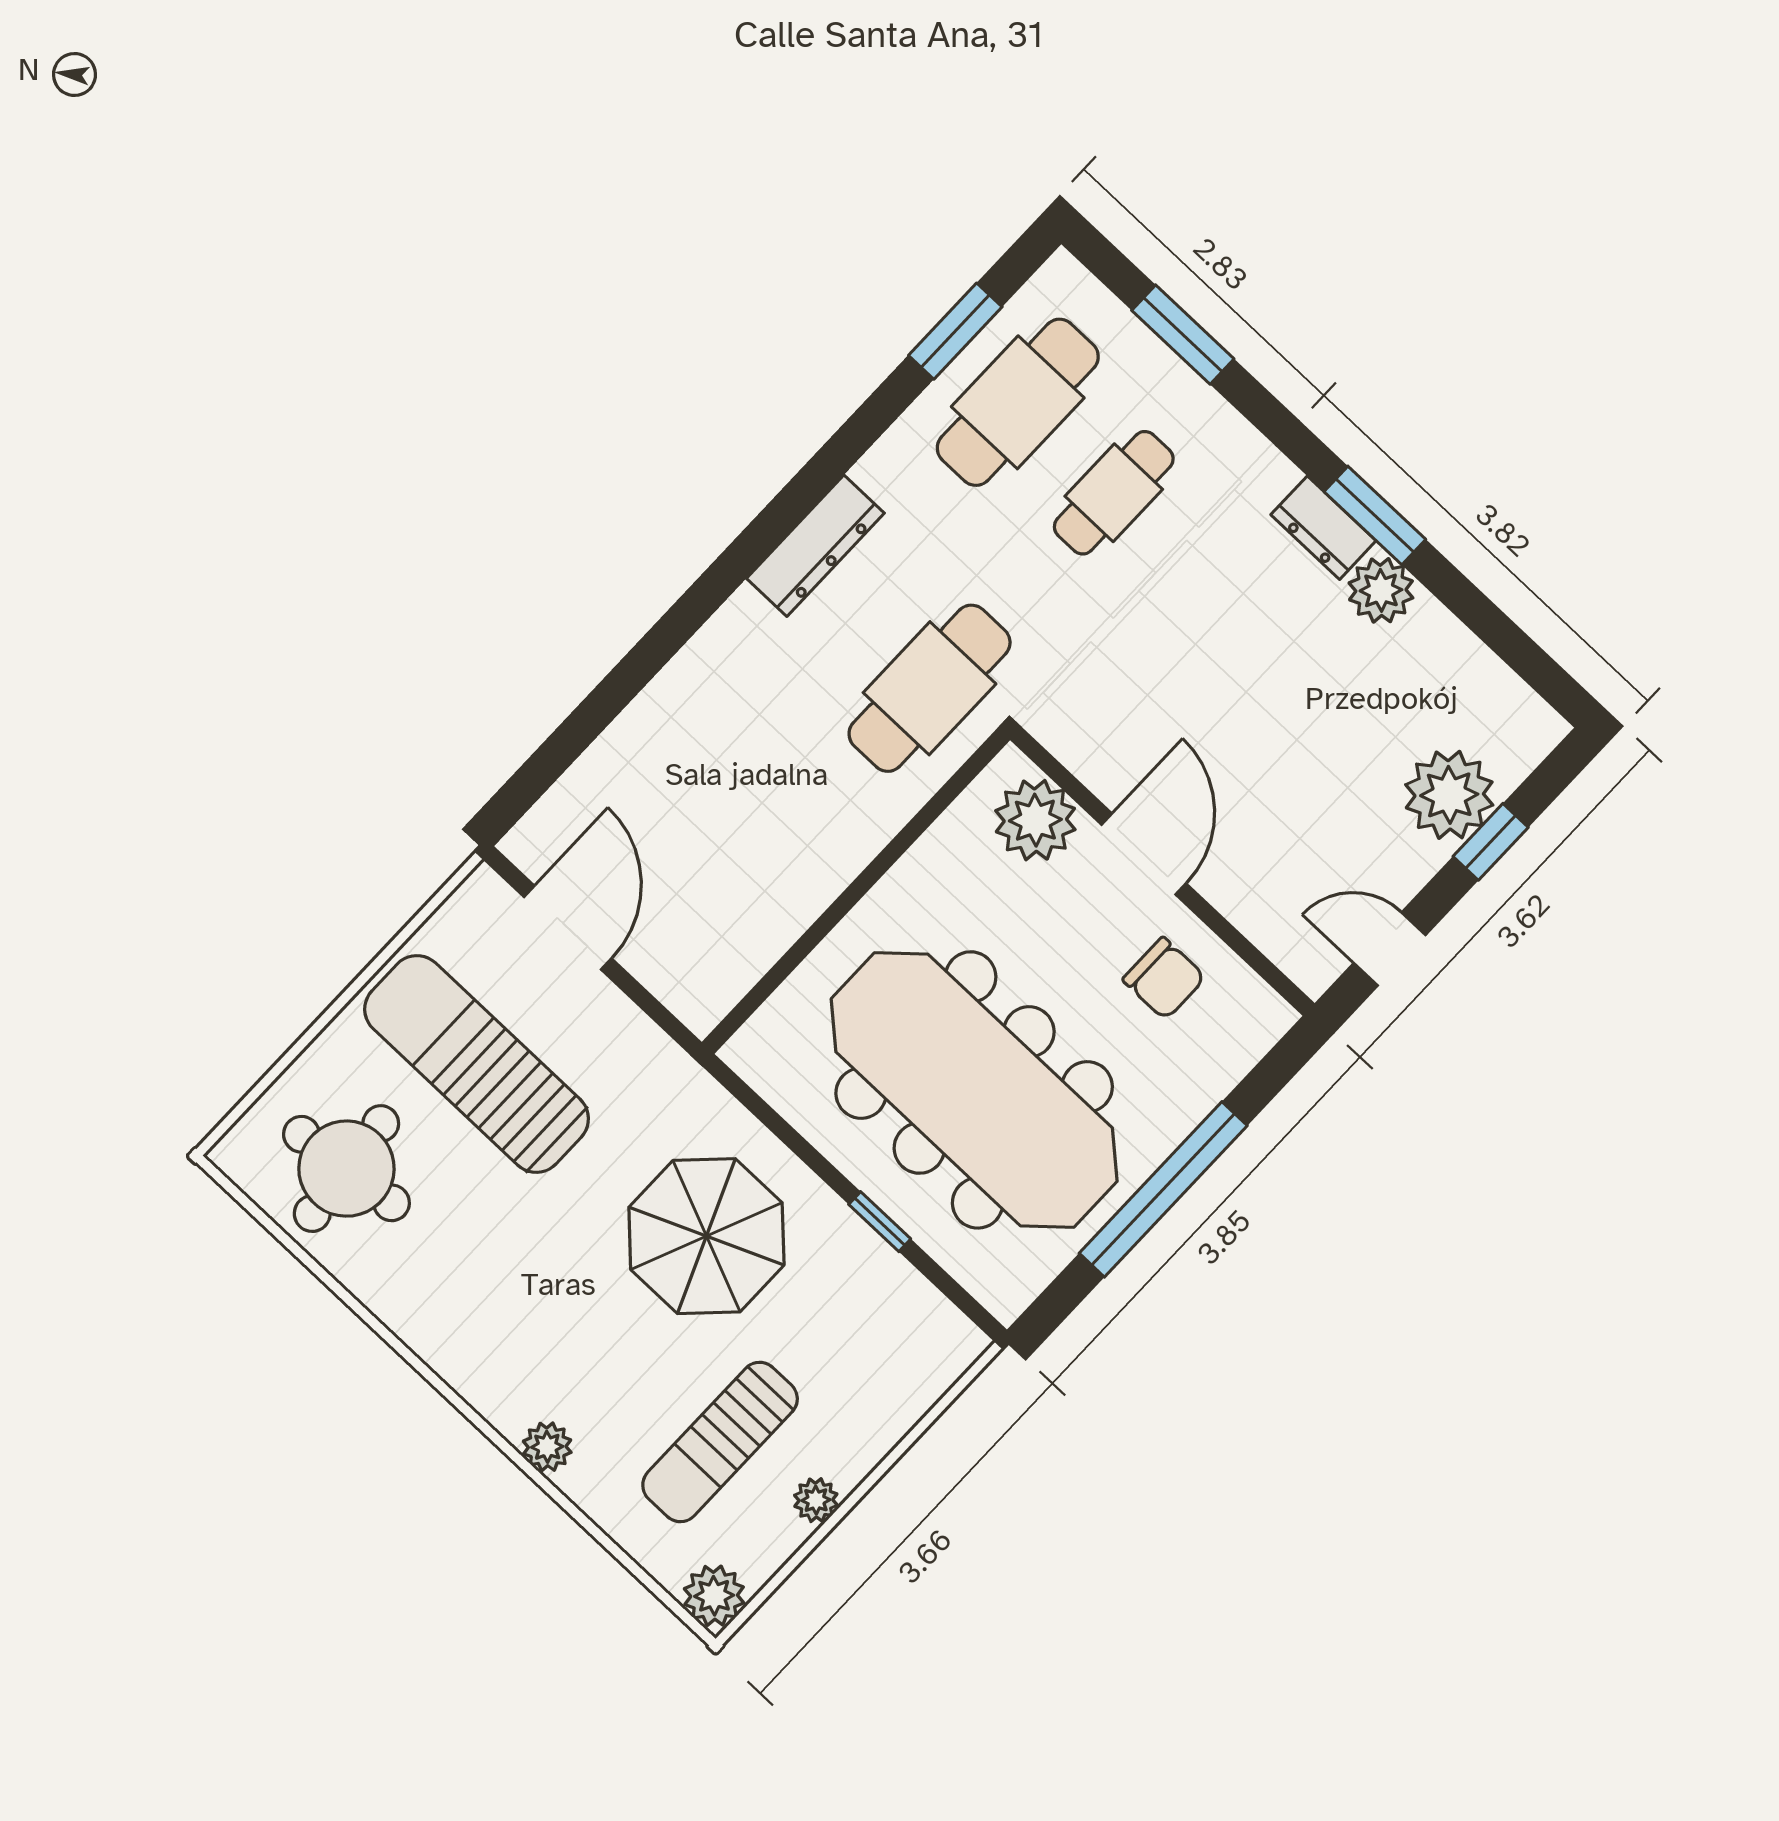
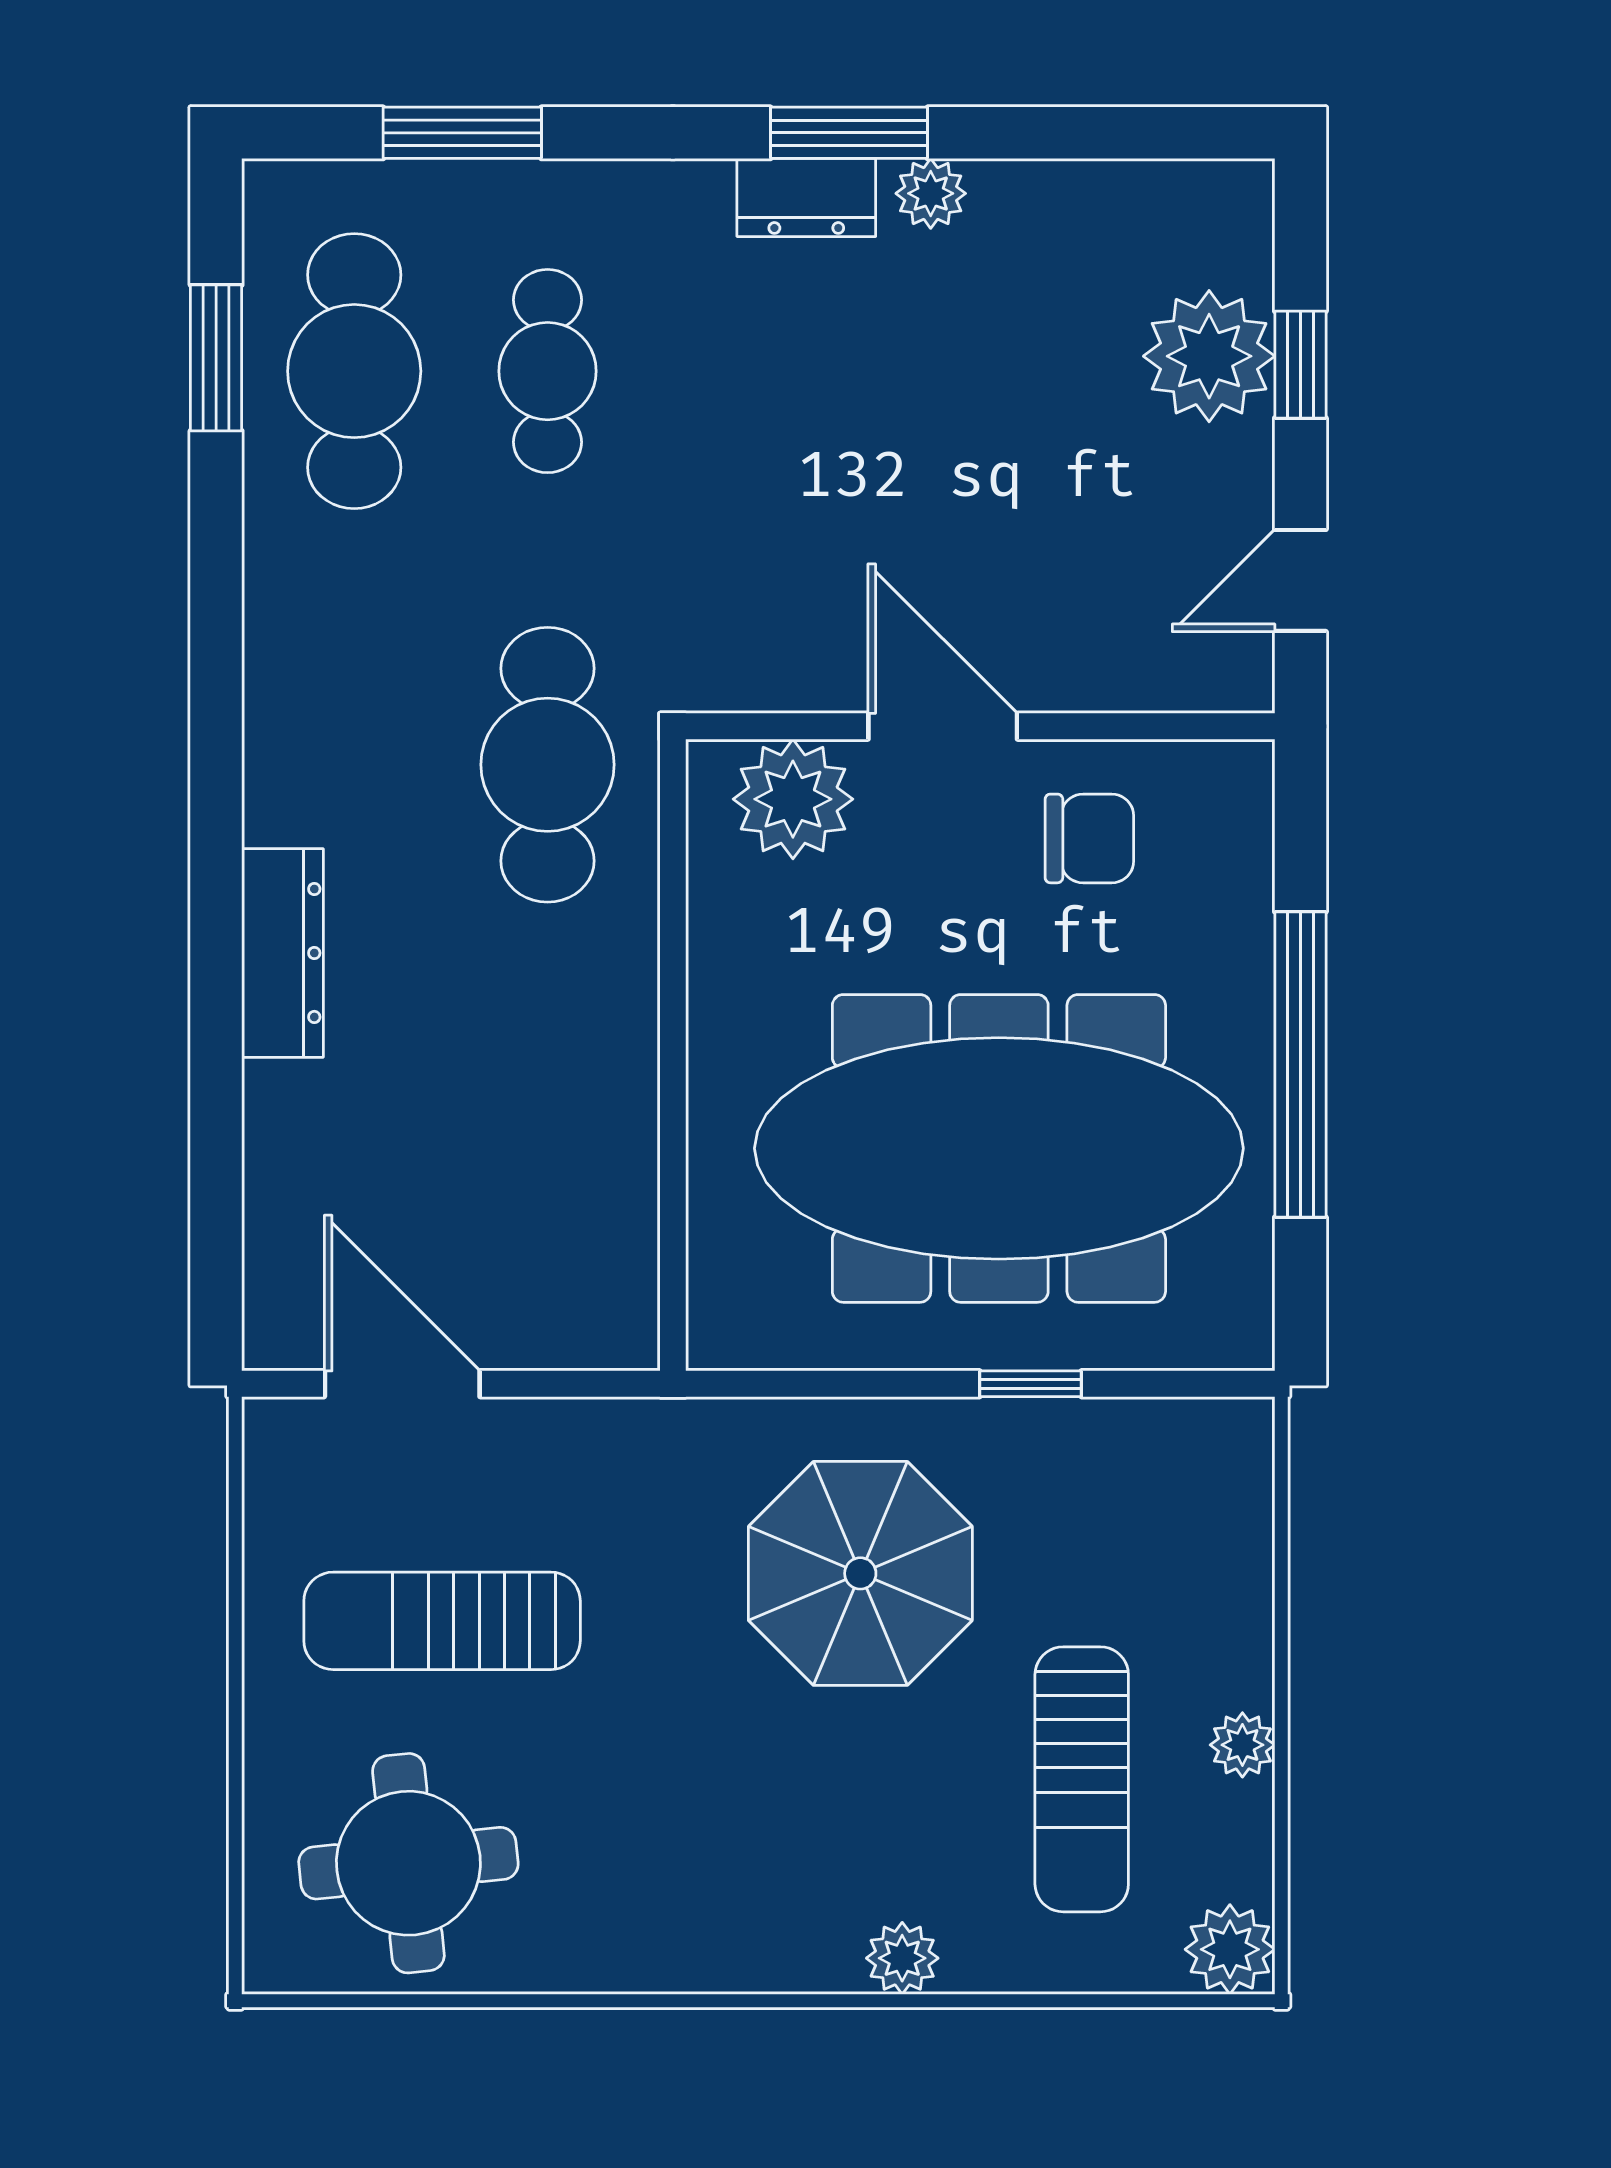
dresser: (815, 546) -> (282, 953), moved
plant: (1381, 590) -> (931, 193), width x0.73, depth x0.73
sun lounger: (477, 1064) -> (442, 1621), width x0.73, depth x0.75

